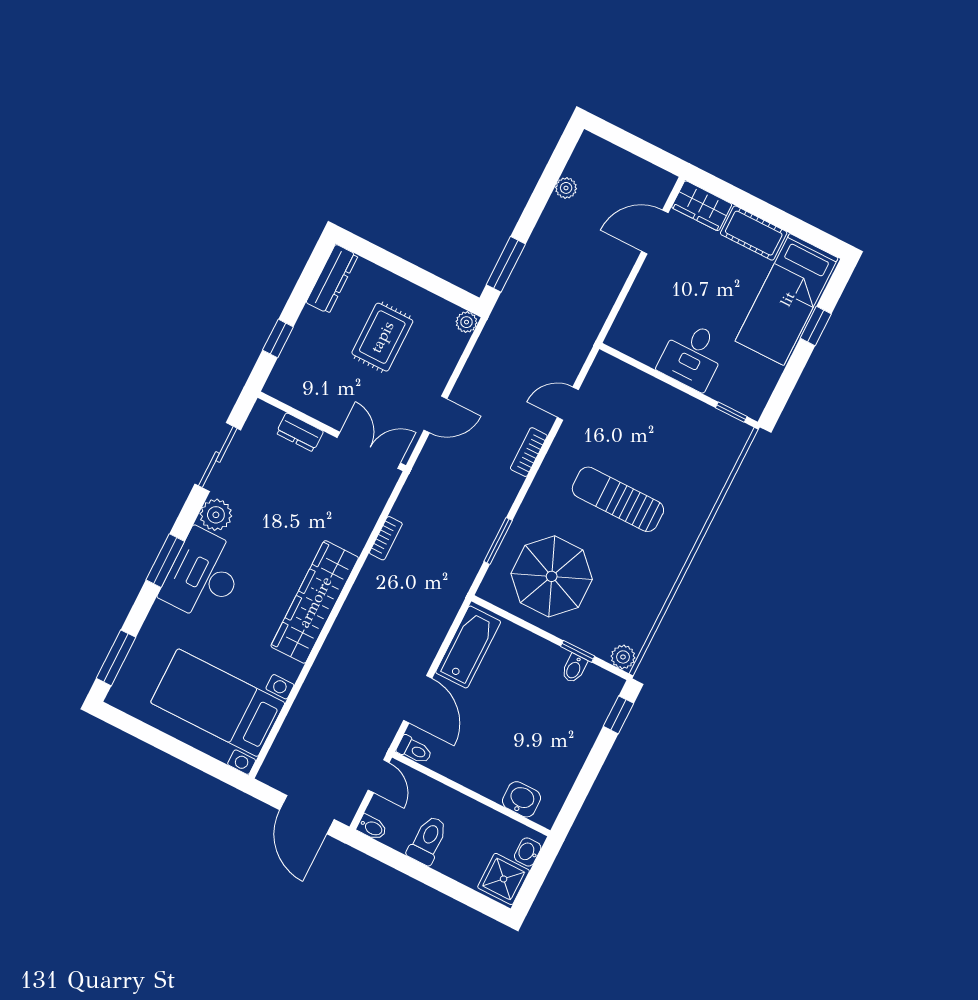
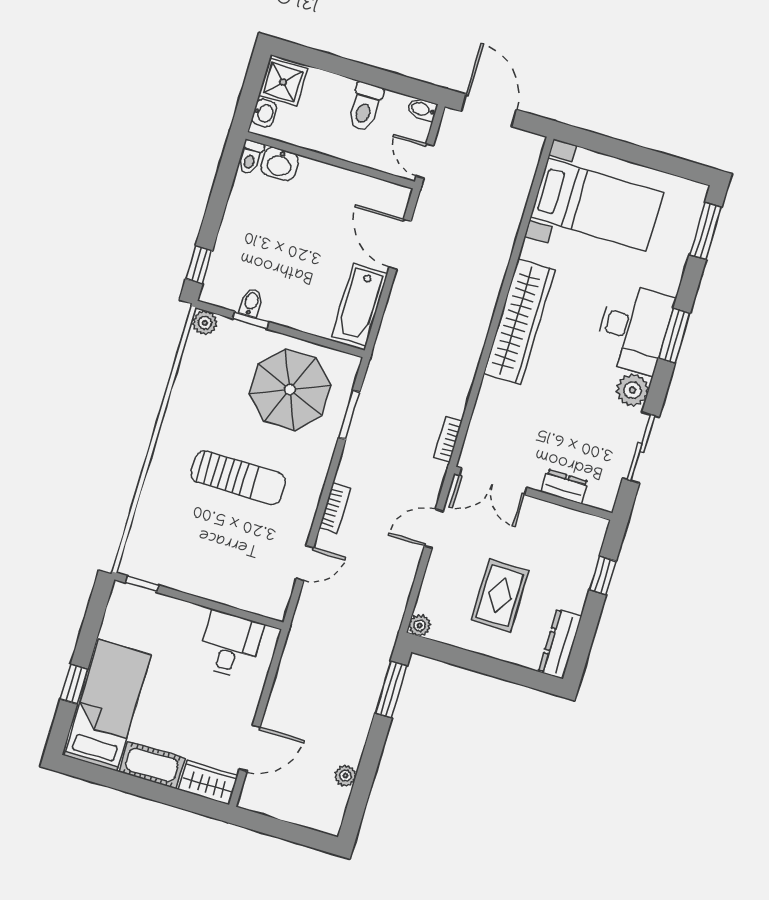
desk: (692, 356) -> (230, 645), moved
bookcase: (386, 538) -> (448, 439), moved
toilet: (414, 750) -> (251, 157), moved, turned -90

